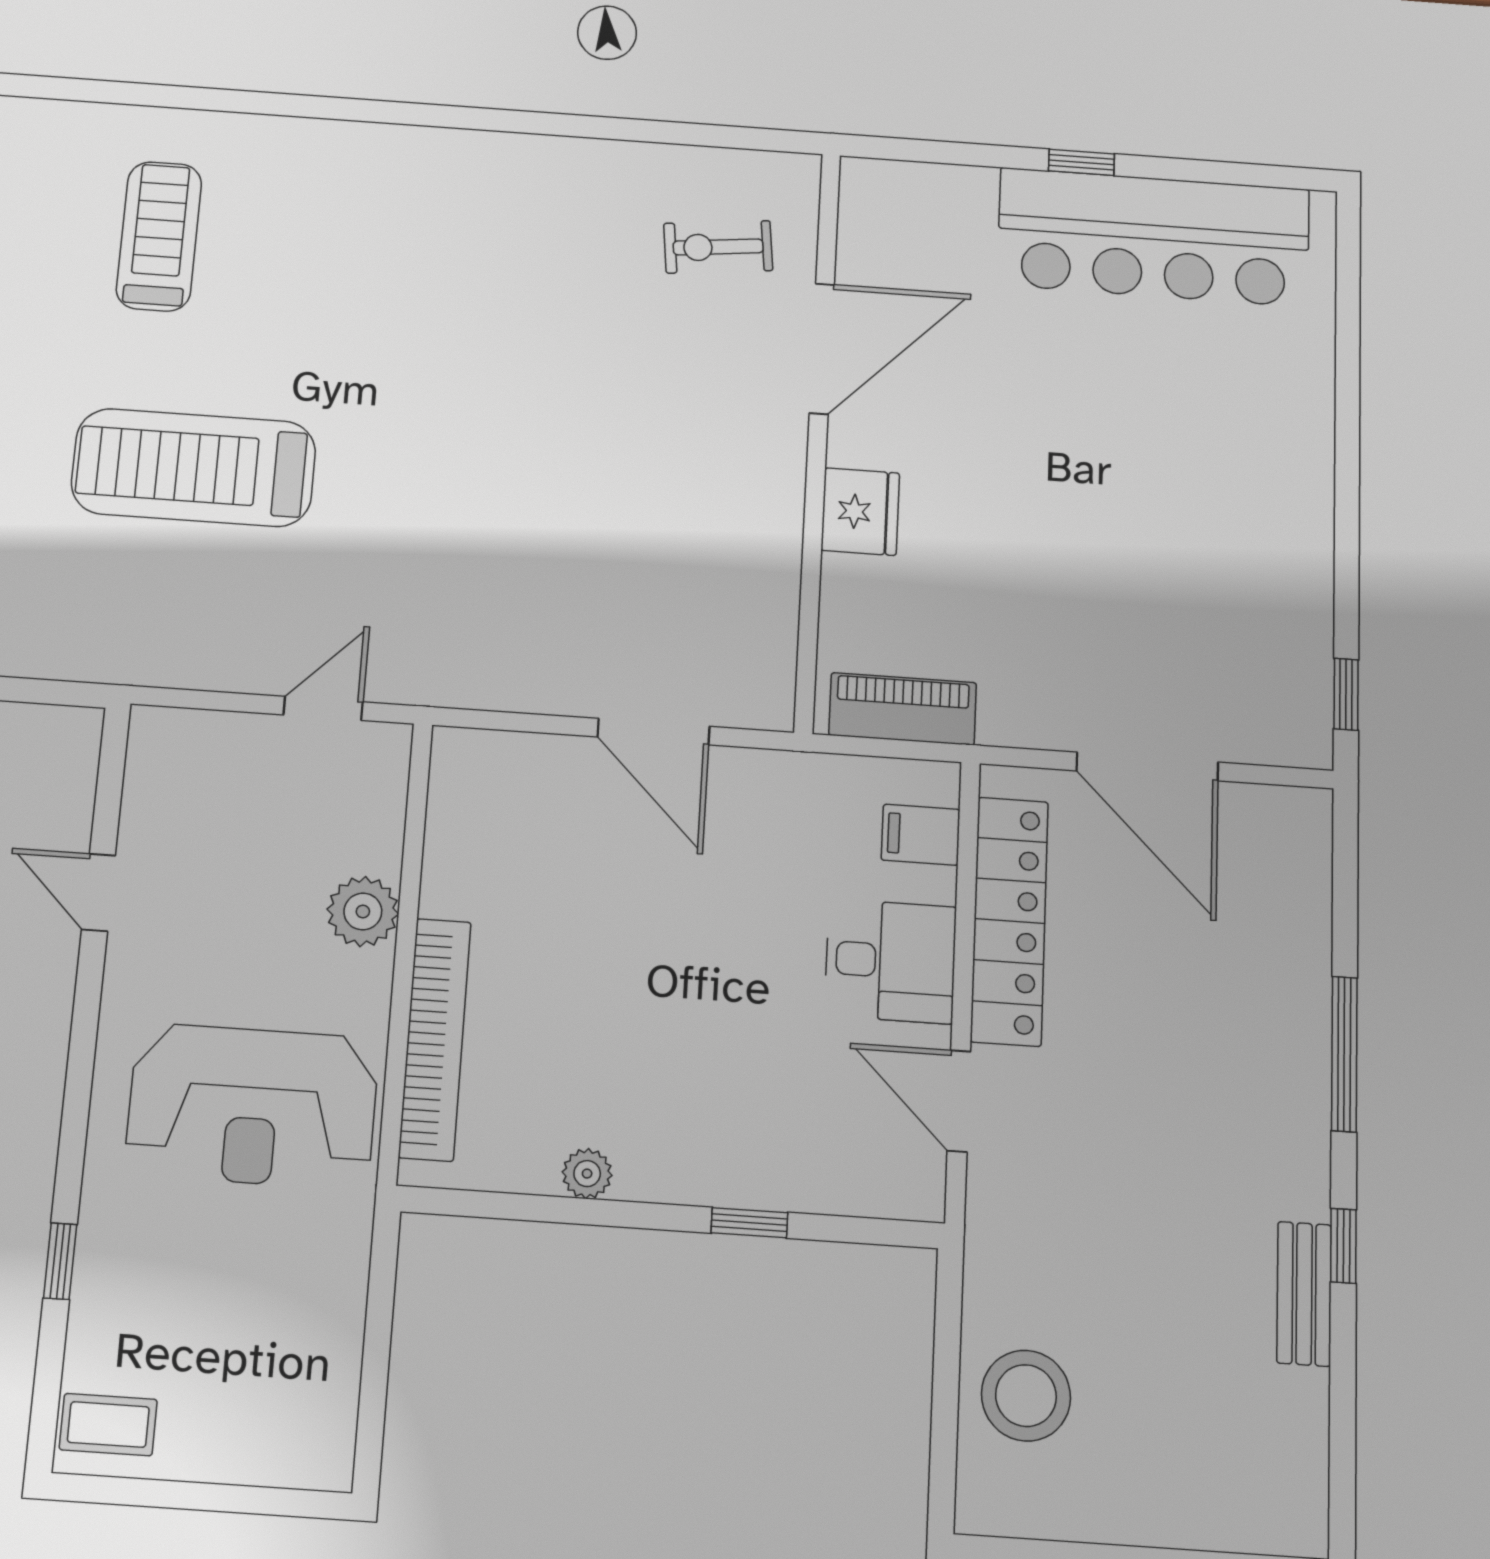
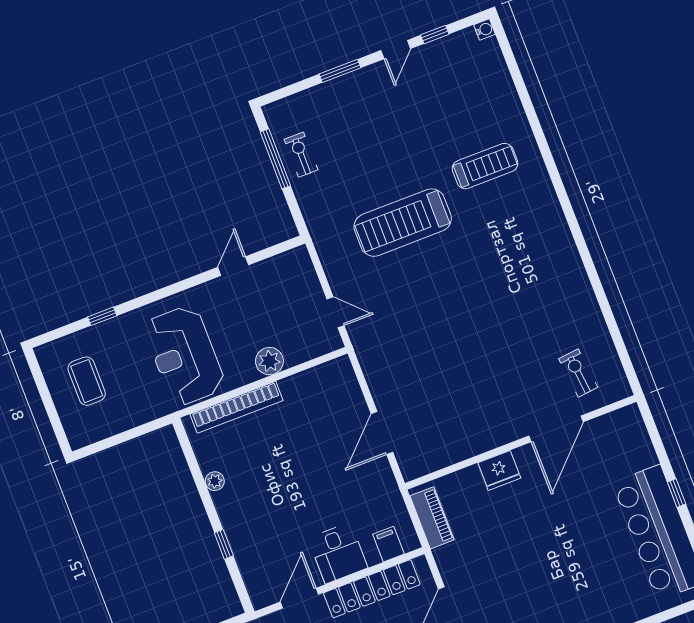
door: (822, 349) -> (556, 429), hinge flipped
treadmill: (194, 468) -> (403, 223), turned -90
coffee table: (108, 1425) -> (87, 381), moved, width x1.36, depth x1.30

